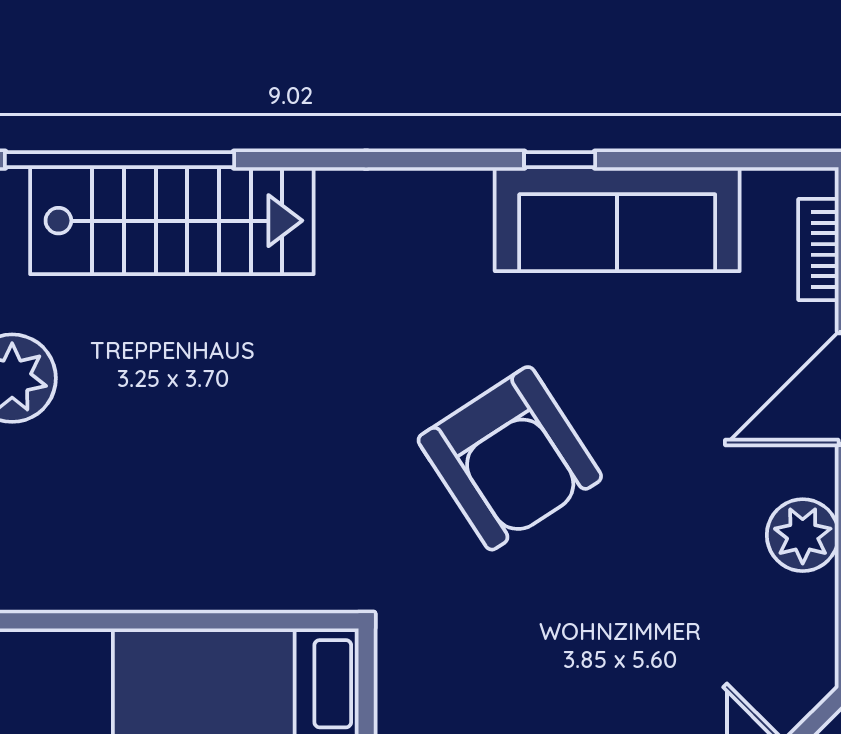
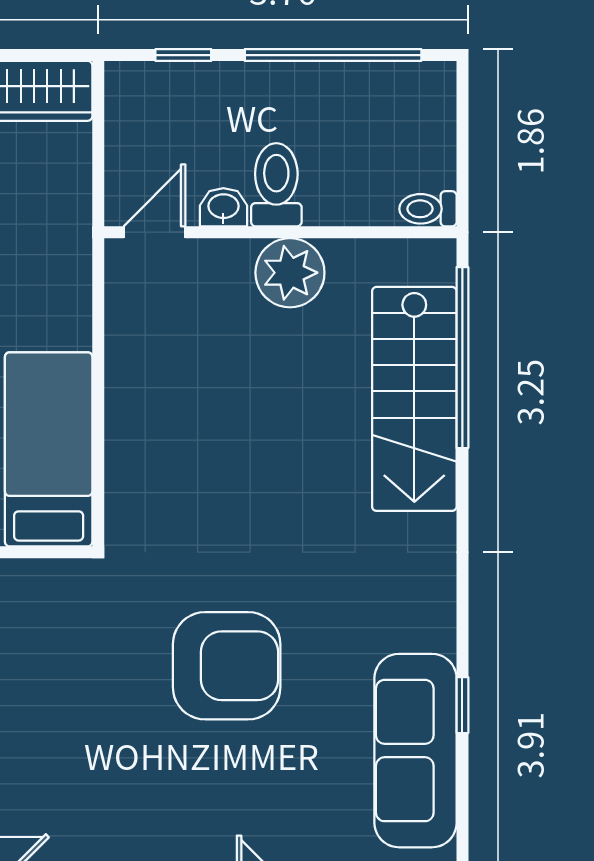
armchair: (510, 458) -> (227, 666), turned -147

